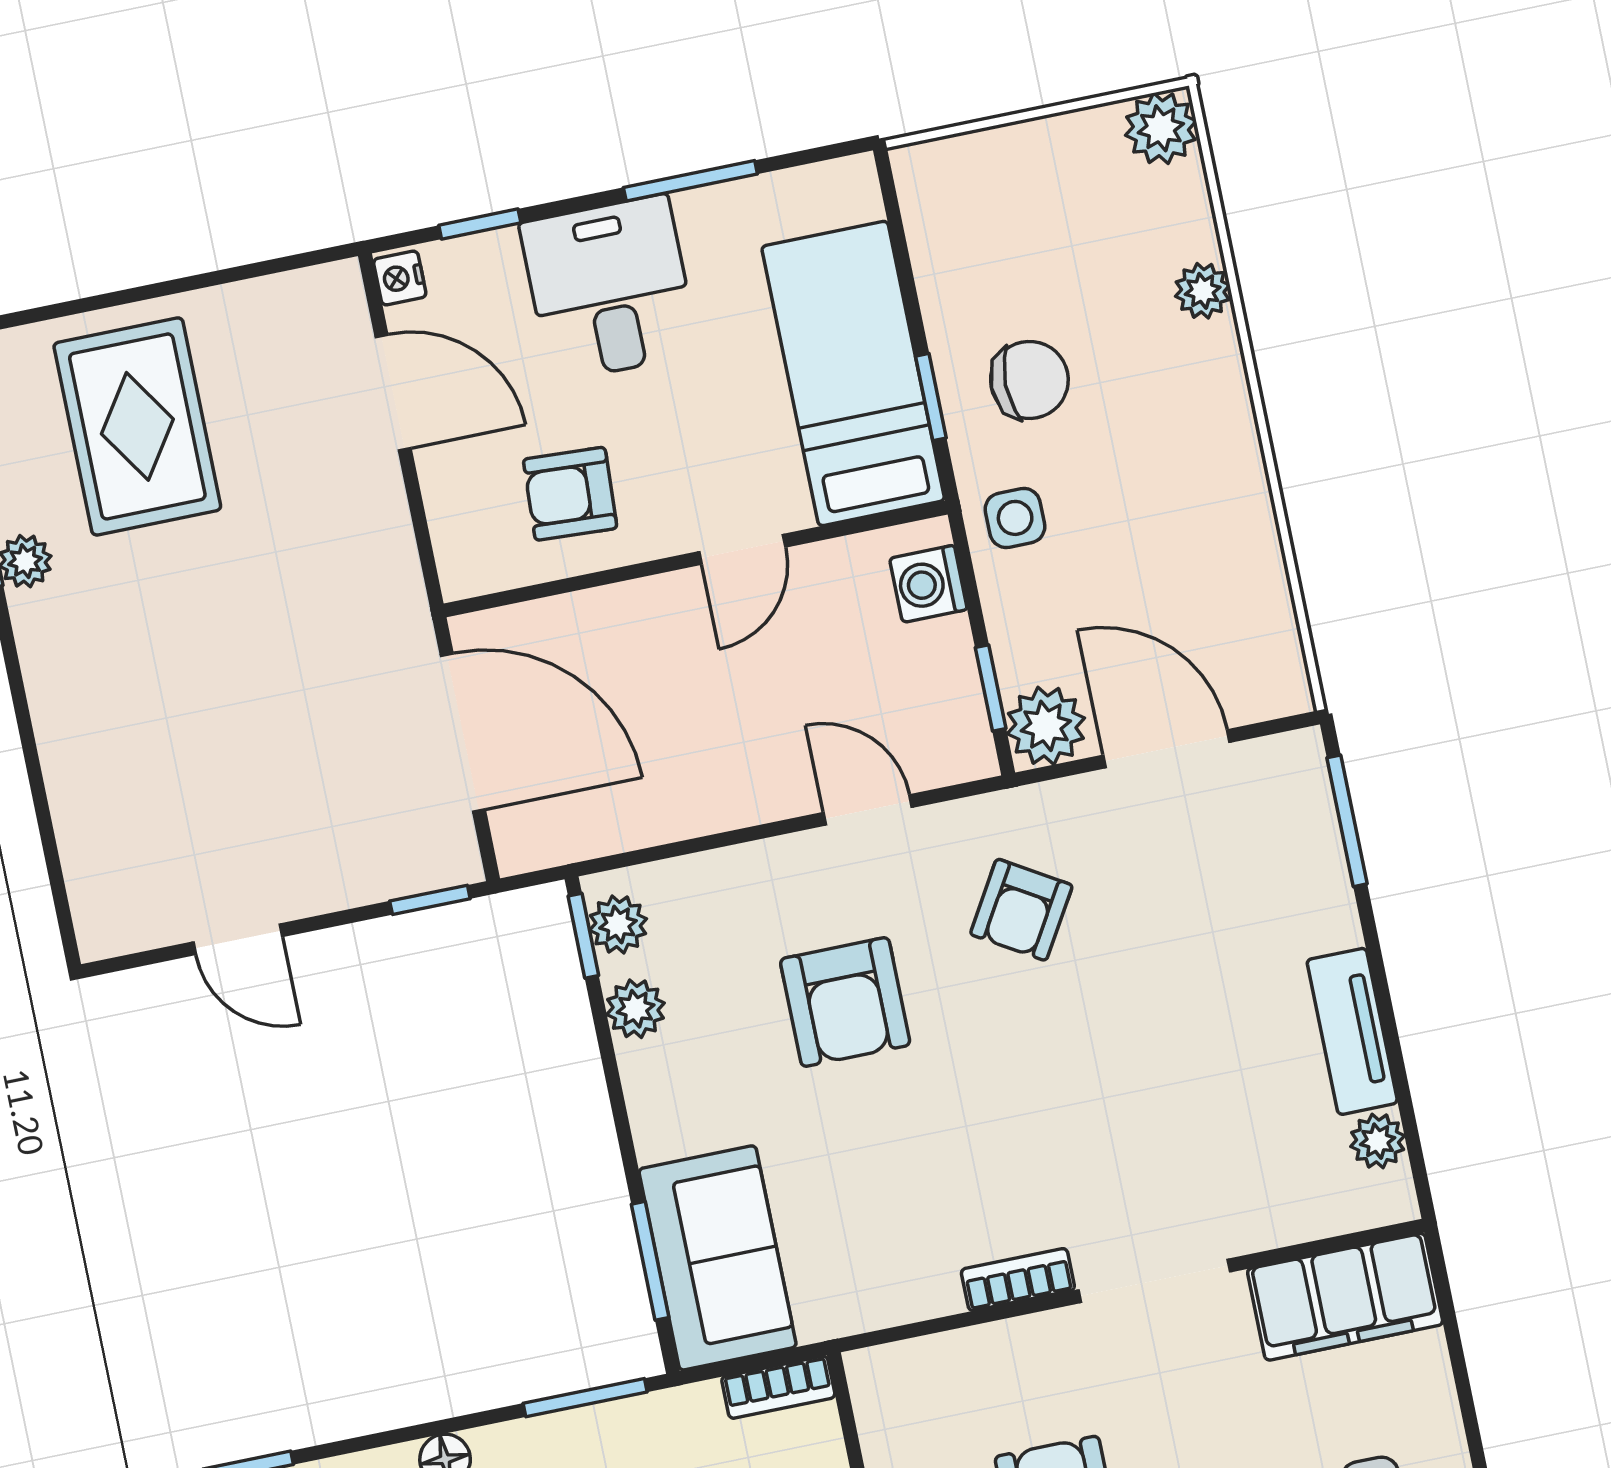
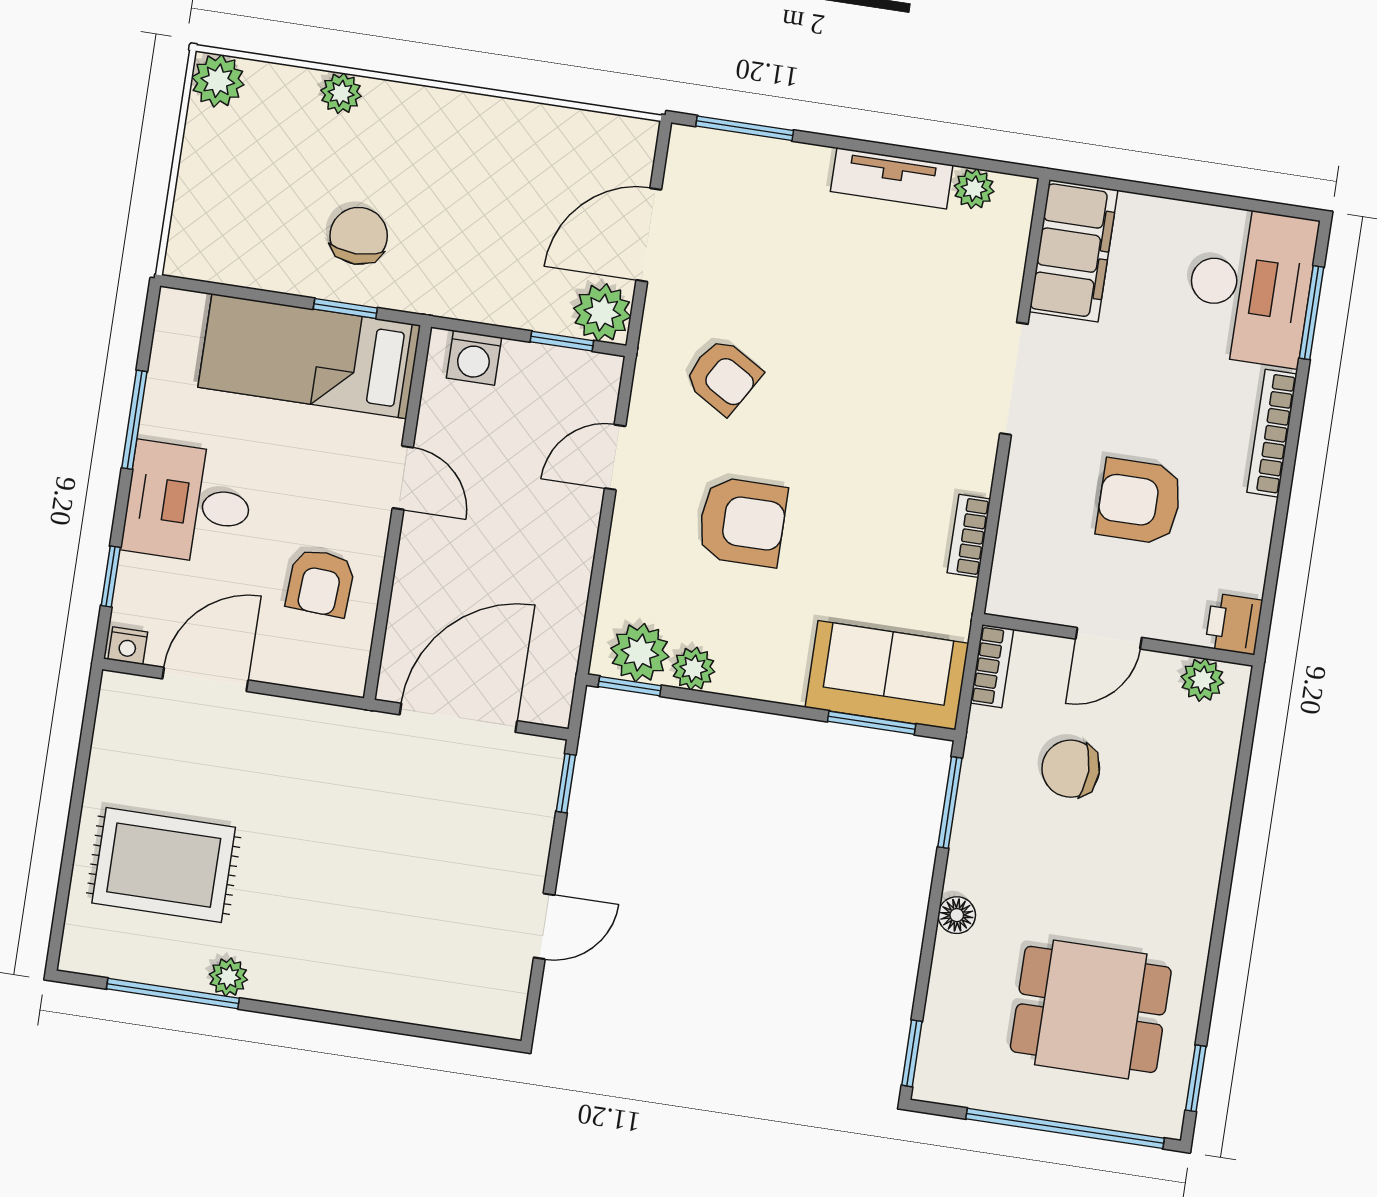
side table: (1015, 518) -> (450, 281), removed
plant: (618, 924) -> (640, 653), width x1.38, depth x1.38
bookcase: (1018, 1280) -> (969, 536), moved

